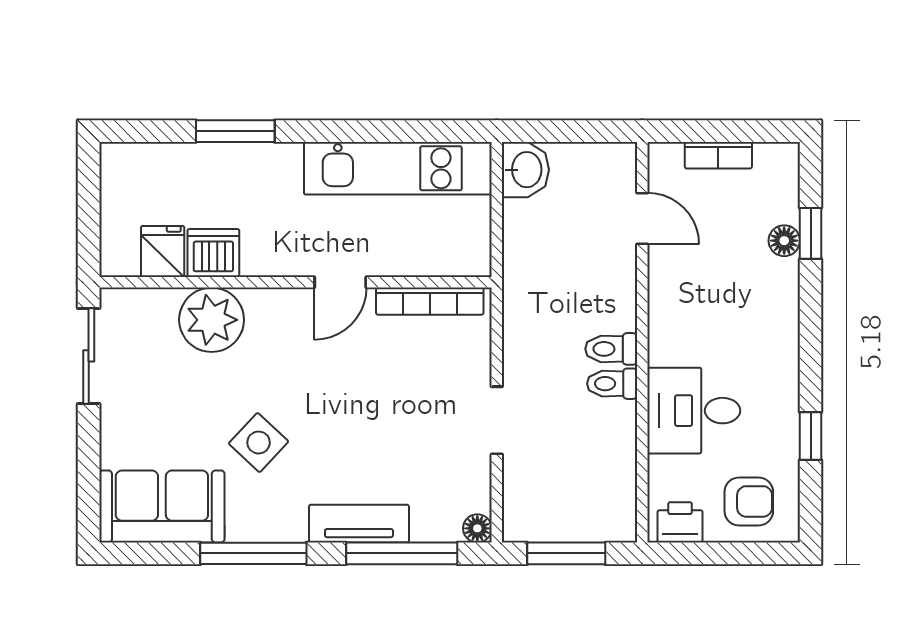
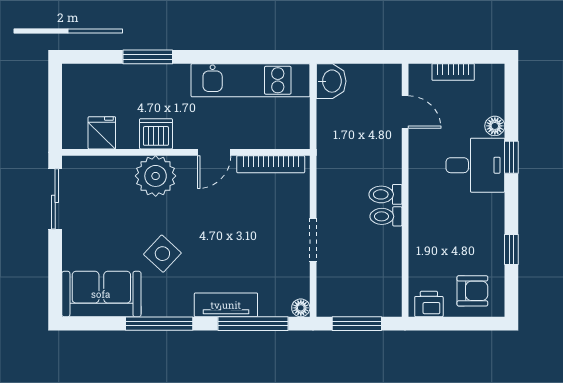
window: (811, 233) -> (511, 157), moved
dishwasher: (213, 253) -> (156, 134), moved
plant: (212, 320) -> (156, 176), moved
desk: (694, 411) -> (475, 165), moved, turned 180

